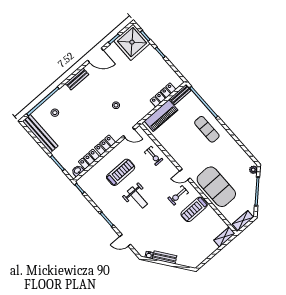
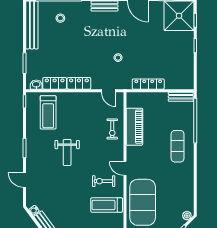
locker: (163, 95) -> (148, 84), moved
piano: (161, 115) -> (134, 127), moved, turned -90
treadmill: (121, 172) -> (48, 112), moved, turned 90

